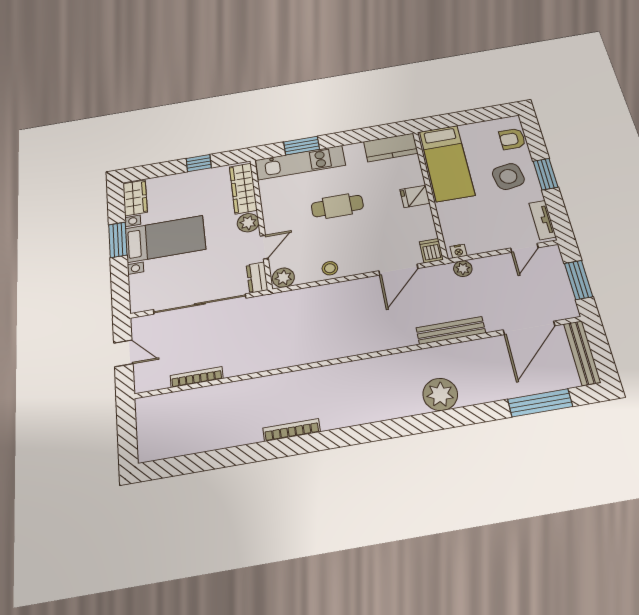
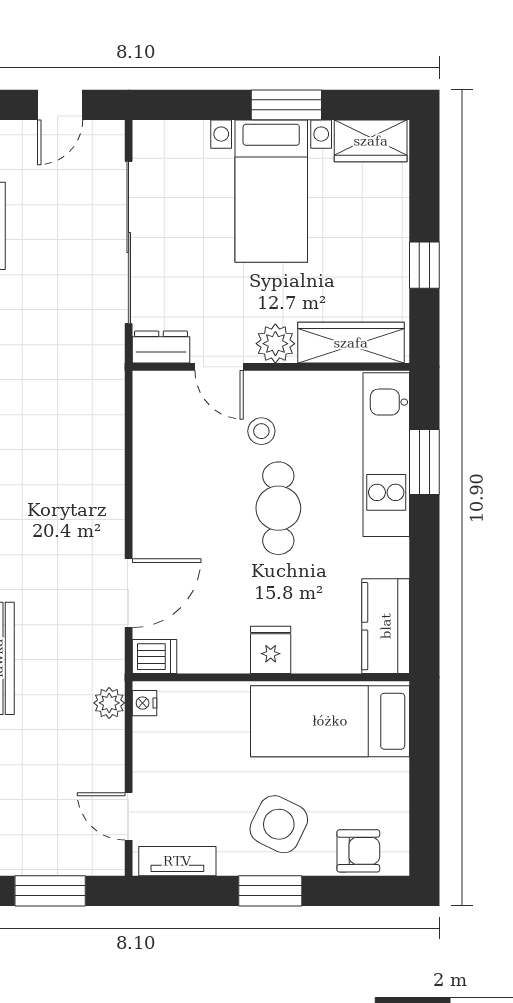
armchair: (512, 139) -> (358, 851), turned 90
side table: (508, 176) -> (279, 824), turned 36
stool: (330, 268) -> (261, 431), moved
door: (398, 270) -> (129, 593), swing flipped
plant: (283, 278) -> (152, 393), removed

